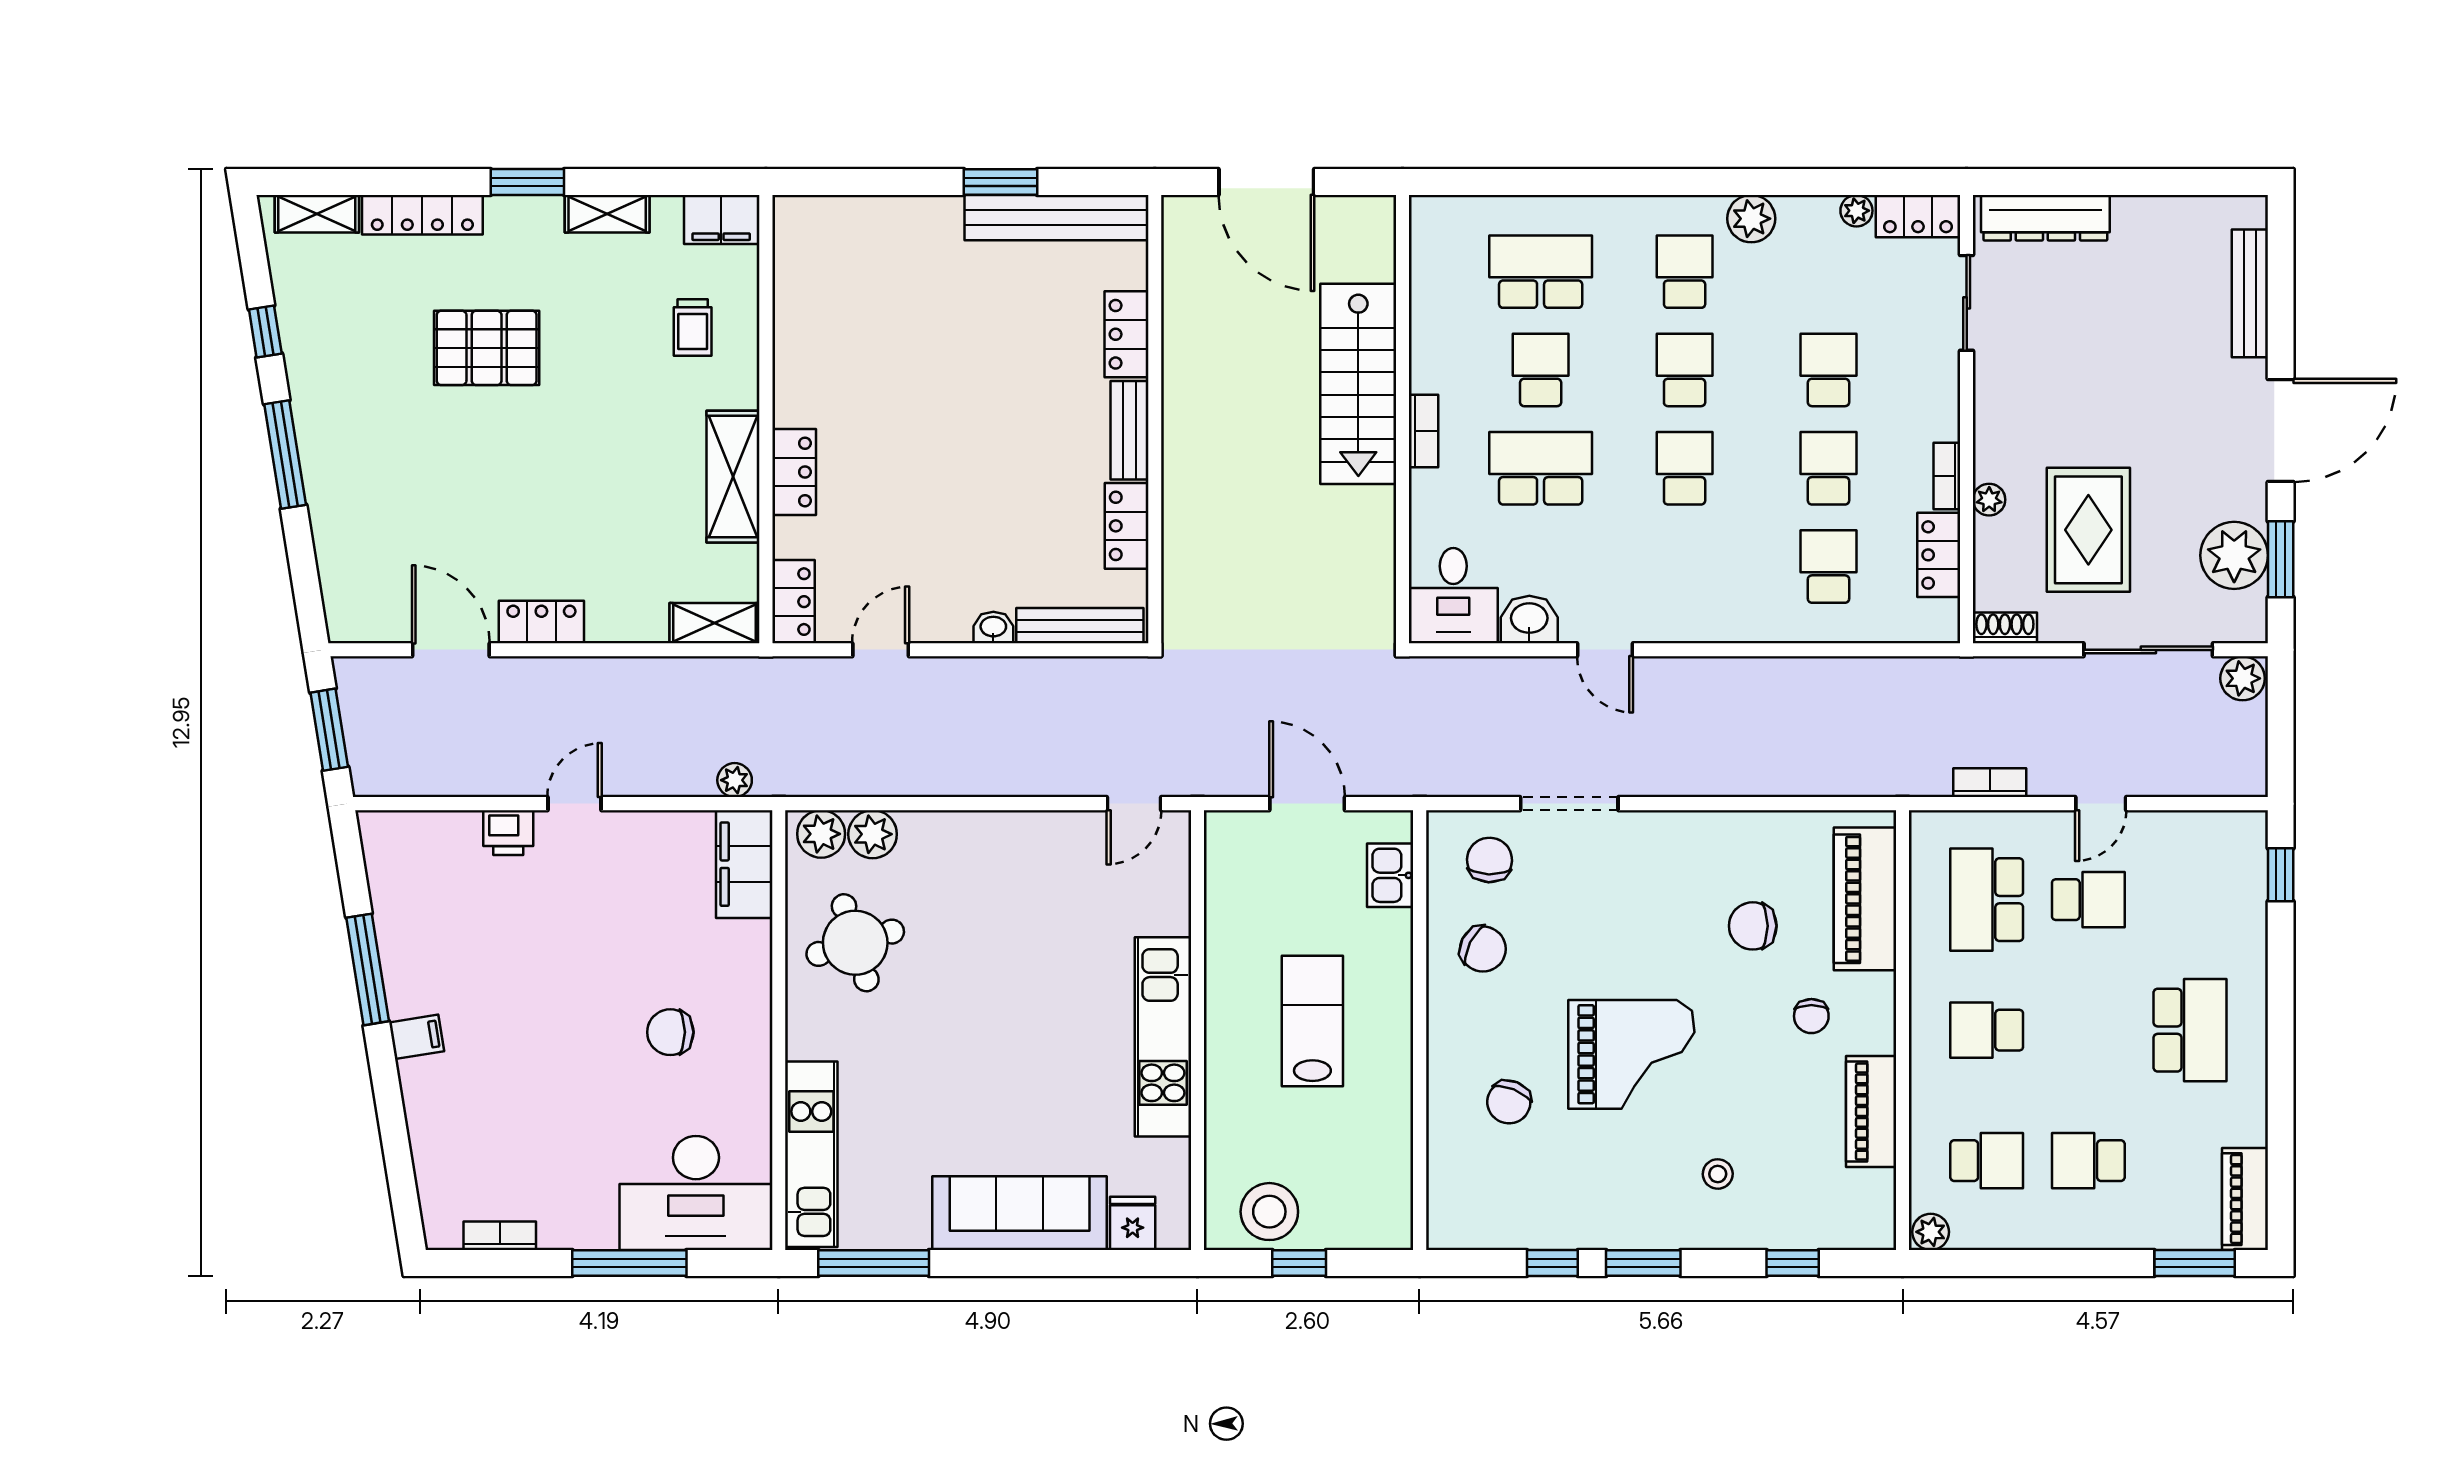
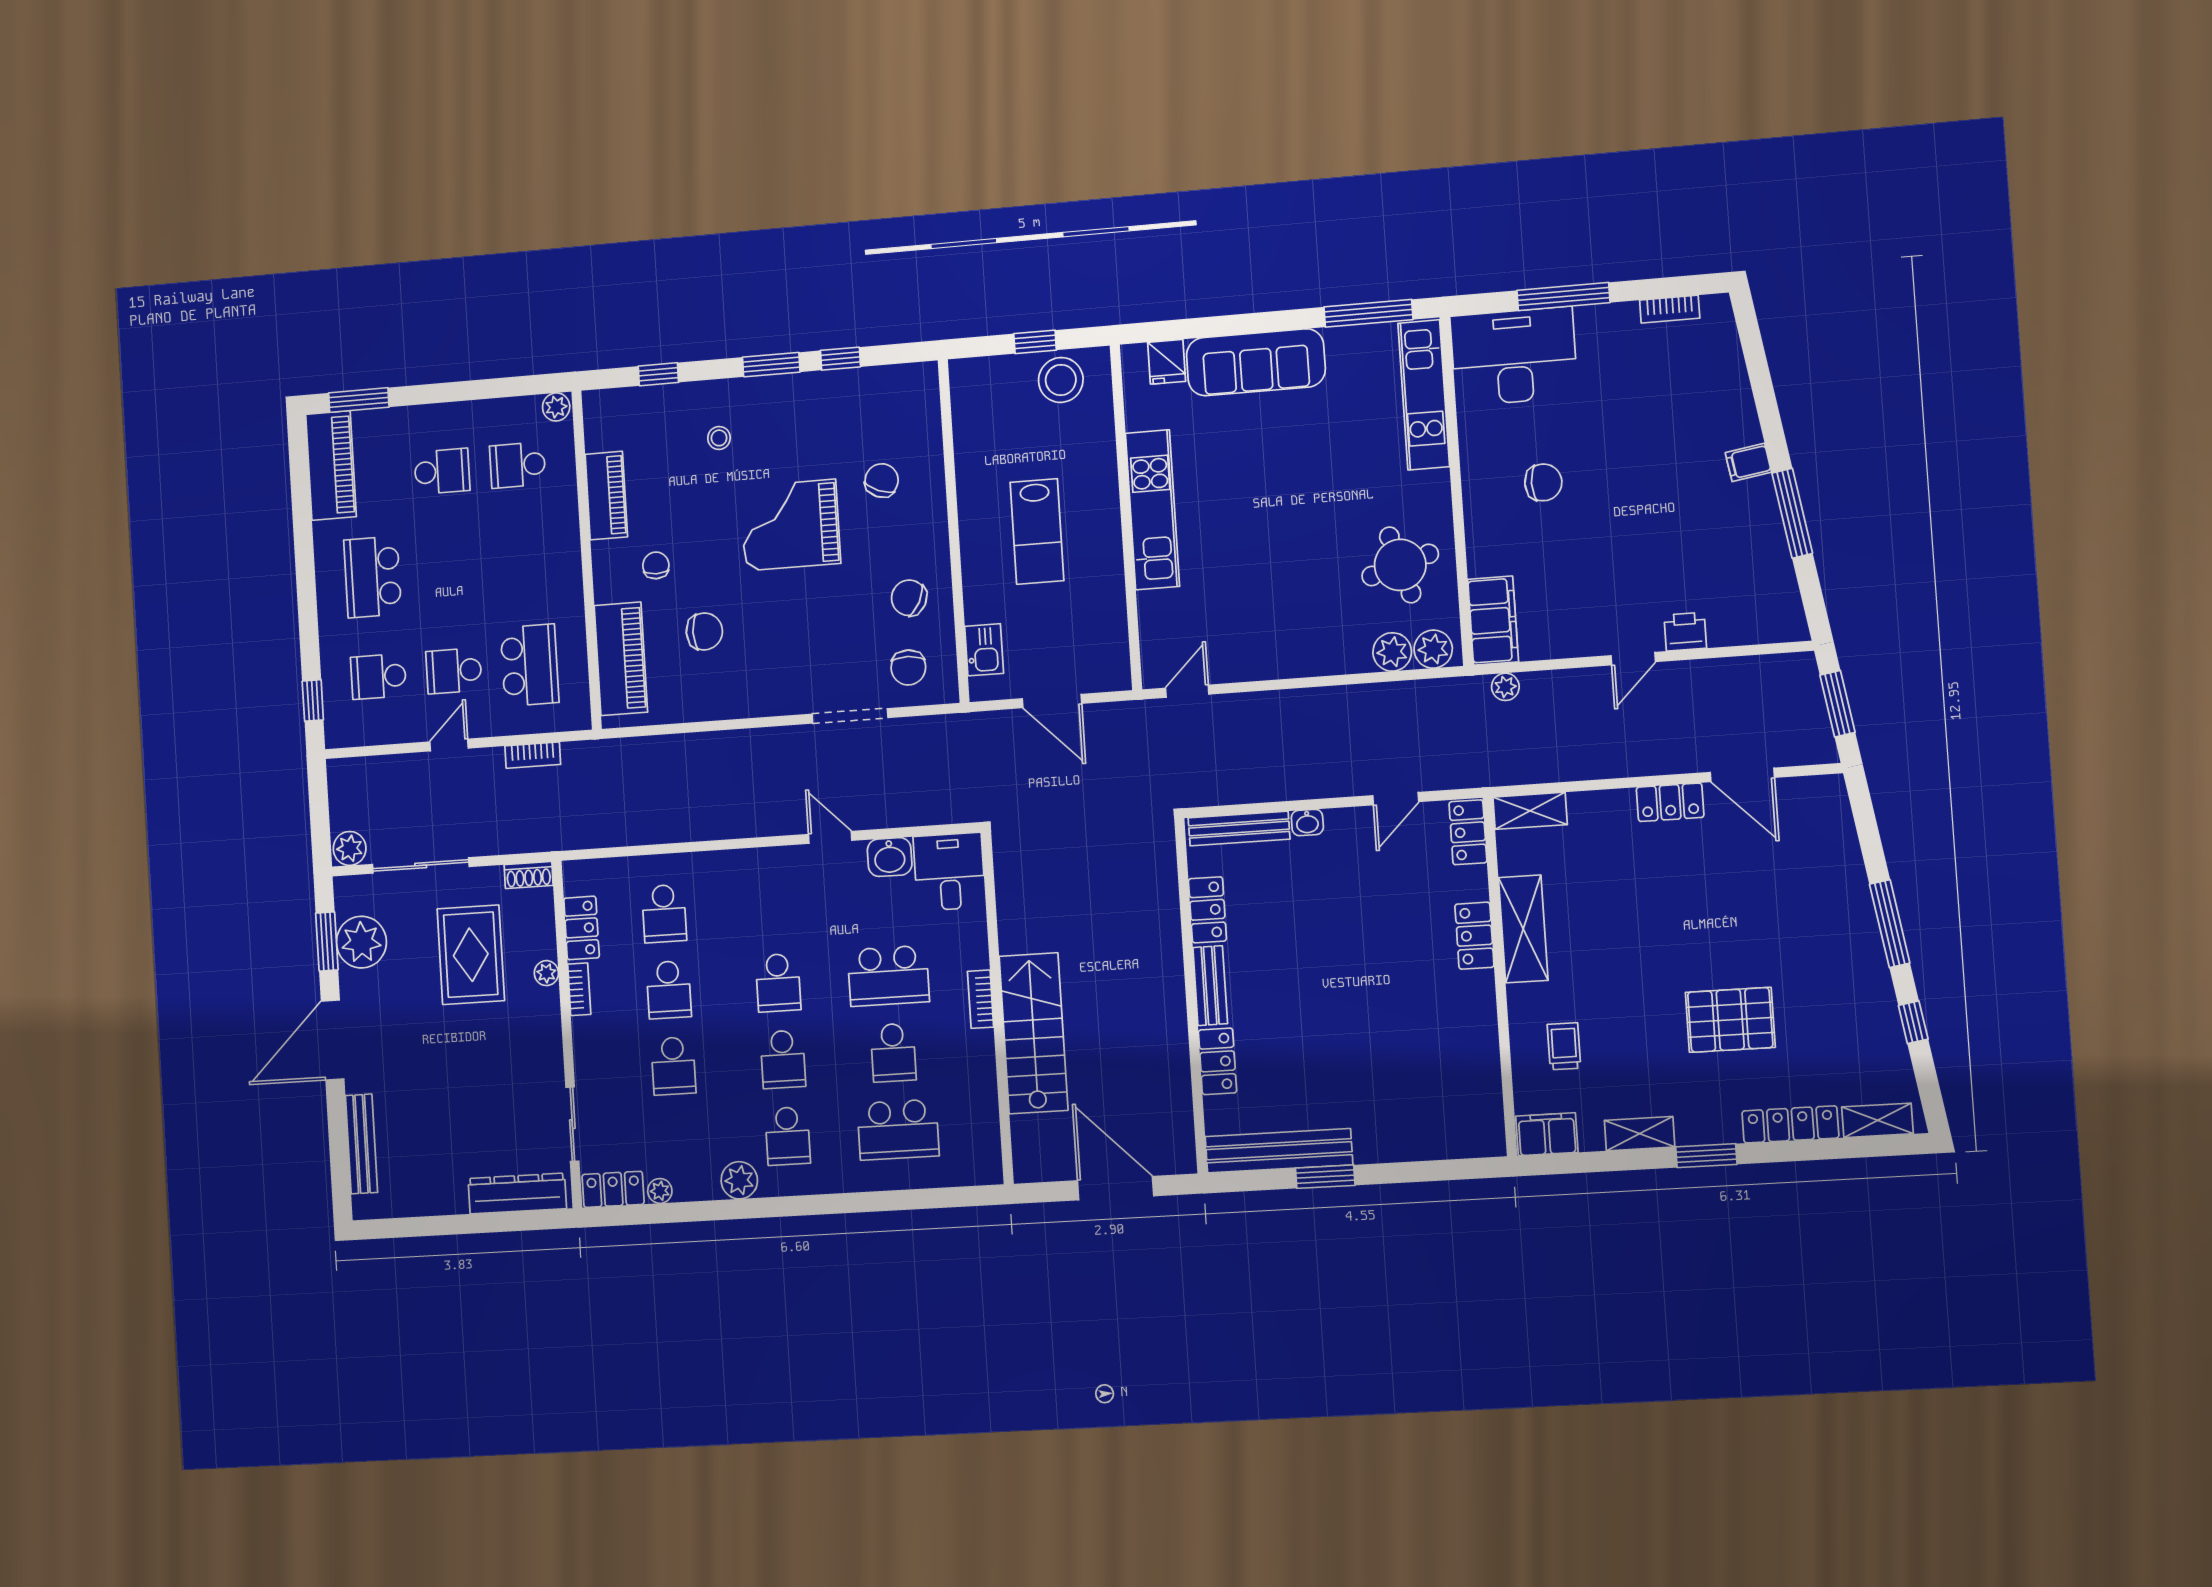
school desk: (1987, 1030) -> (379, 677), moved, turned 180
piano: (2245, 1199) -> (331, 465), width x1.37, depth x1.33

